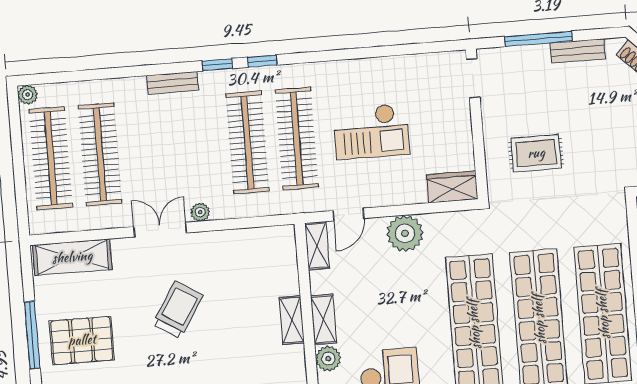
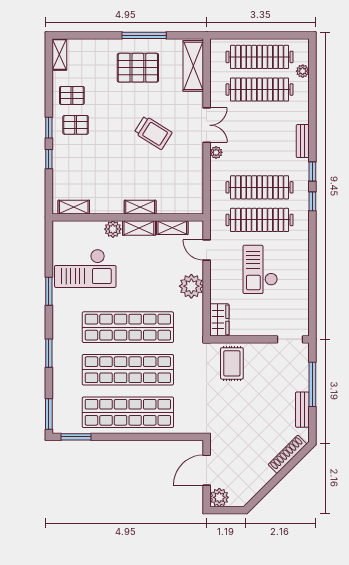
plant: (28, 95) -> (303, 71), moved
rug: (536, 153) -> (232, 363), moved
shelving: (317, 246) -> (172, 228), moved
pallet: (82, 340) -> (138, 68), turned 90

